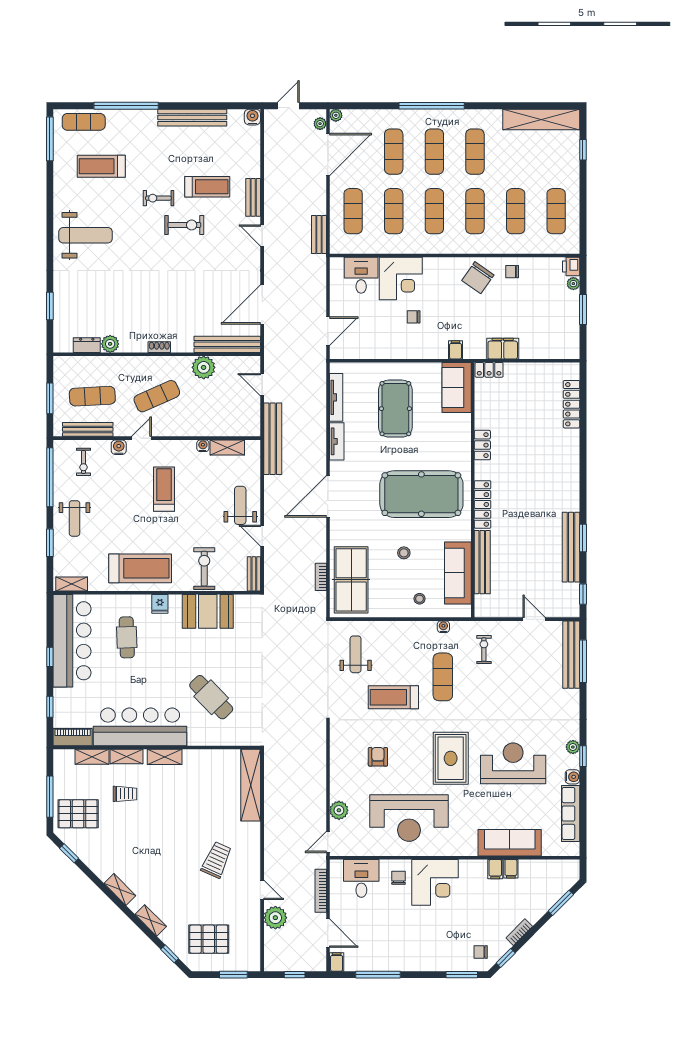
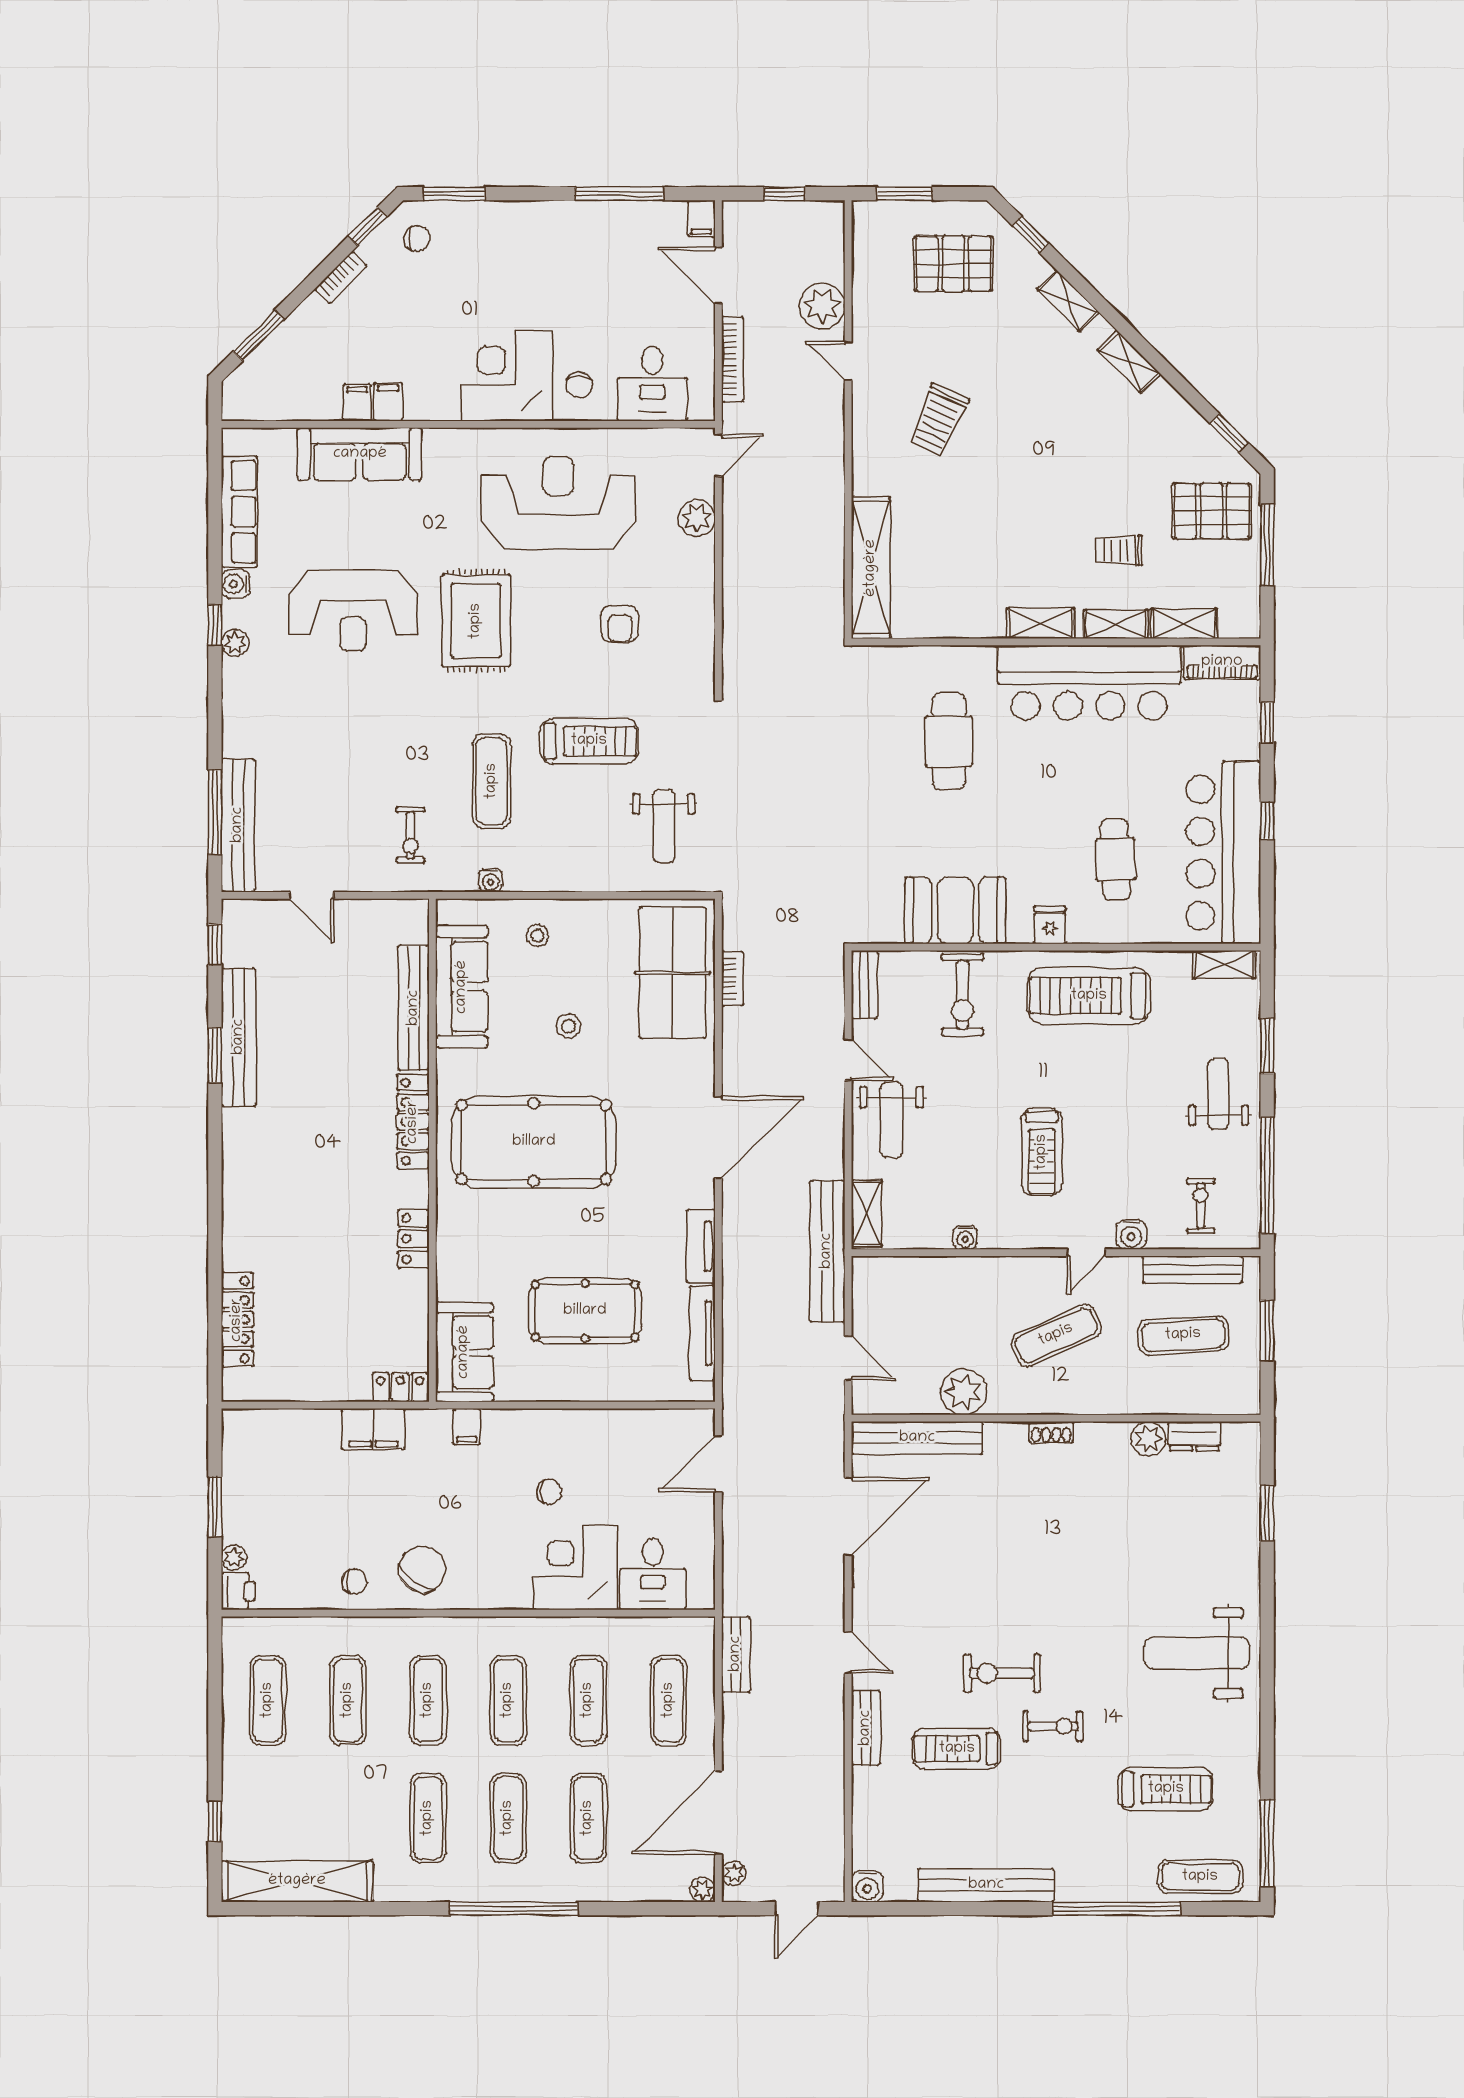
pool table: (395, 409) -> (585, 1311), turned 90
shelving: (227, 447) -> (867, 1214), moved, turned 90
cafe table: (211, 697) -> (949, 741), turned 44

